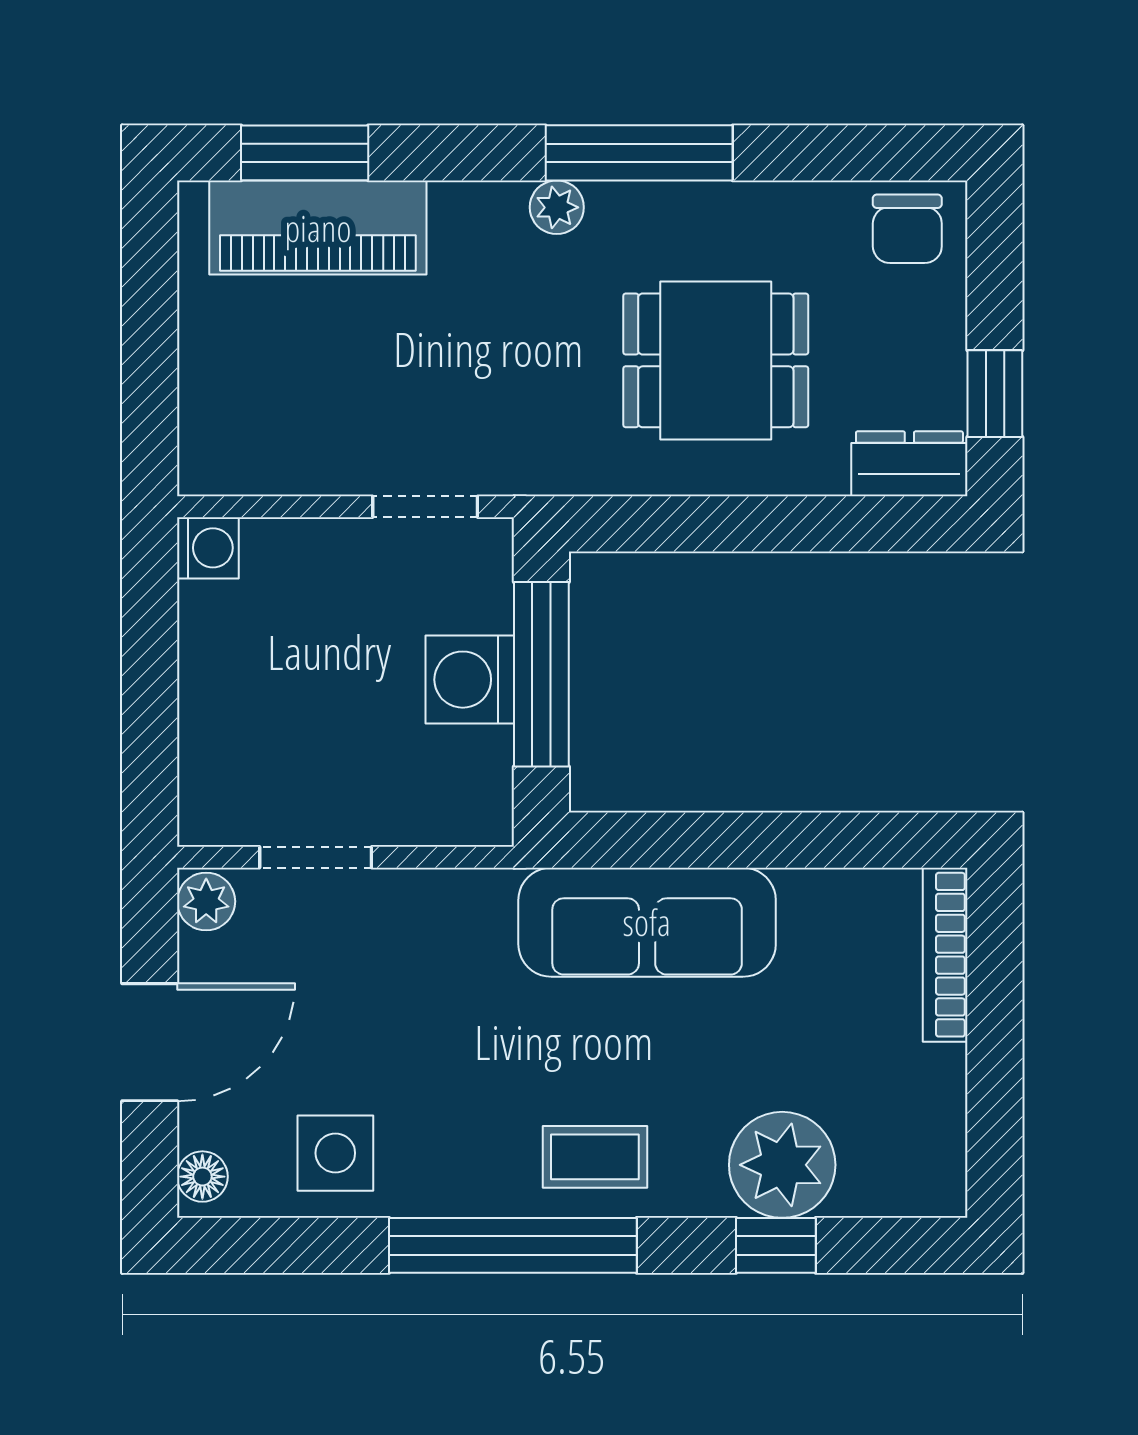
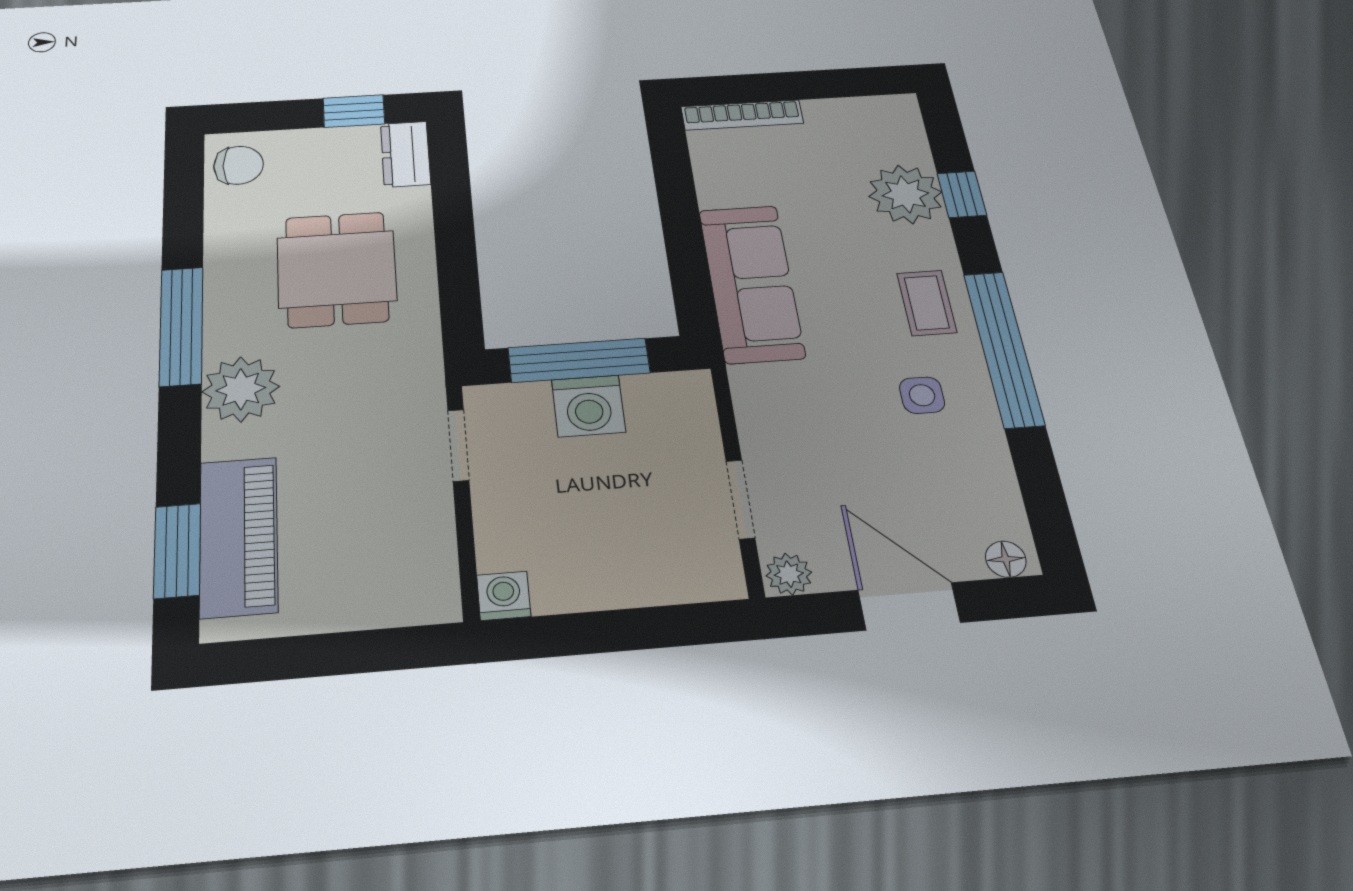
plant: (557, 207) -> (241, 389), width x1.88, depth x1.88
side table: (335, 1153) -> (922, 395), moved, width x0.73, depth x0.73

